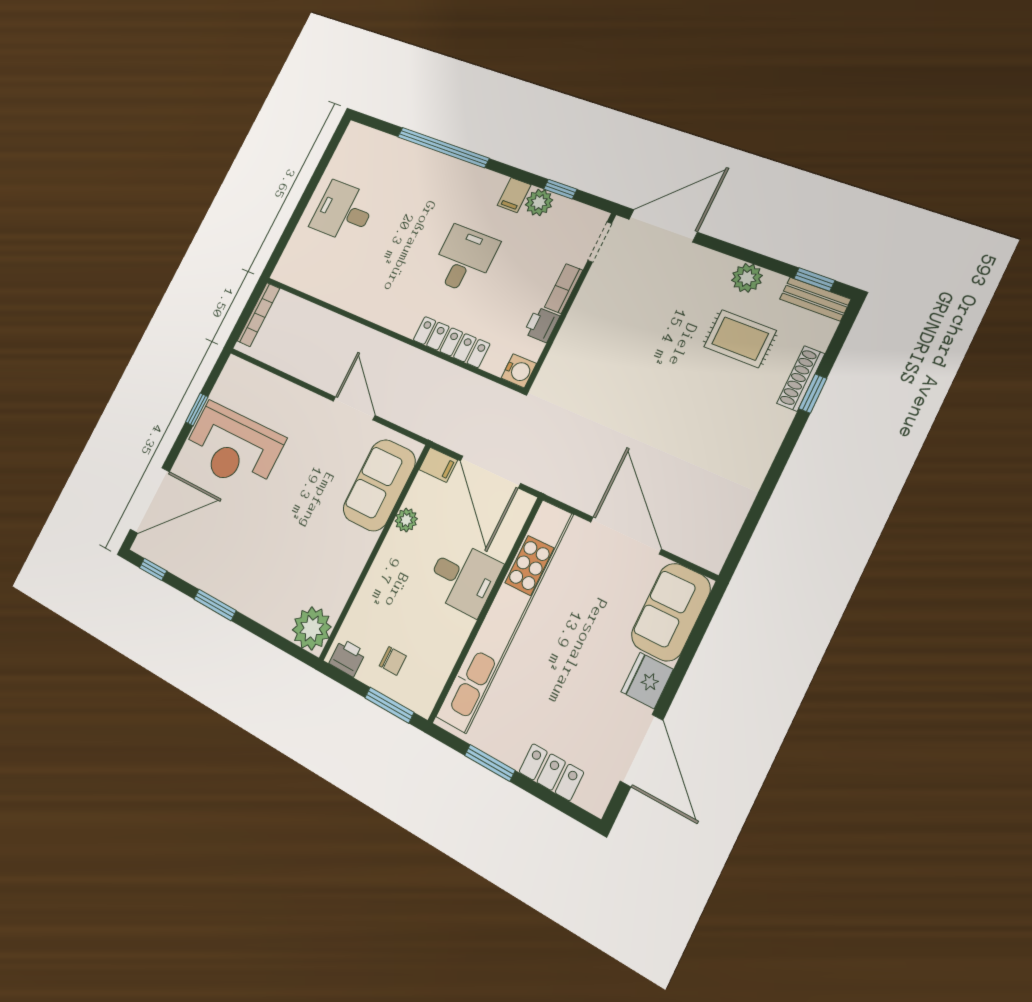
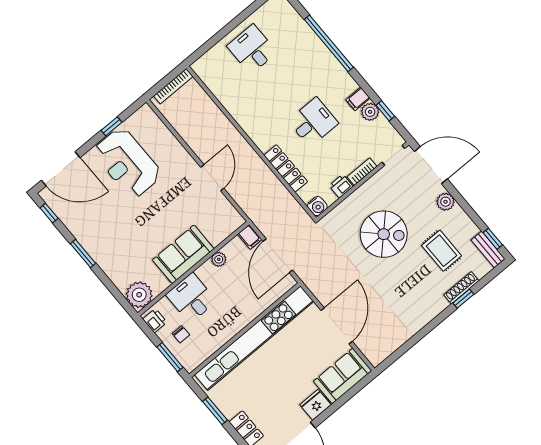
plant: (747, 278) -> (445, 202), moved
spiral stairs: (637, 360) -> (384, 234), added
sofa: (379, 485) -> (183, 254), moved
desk: (463, 578) -> (191, 298), moved, turned 180

